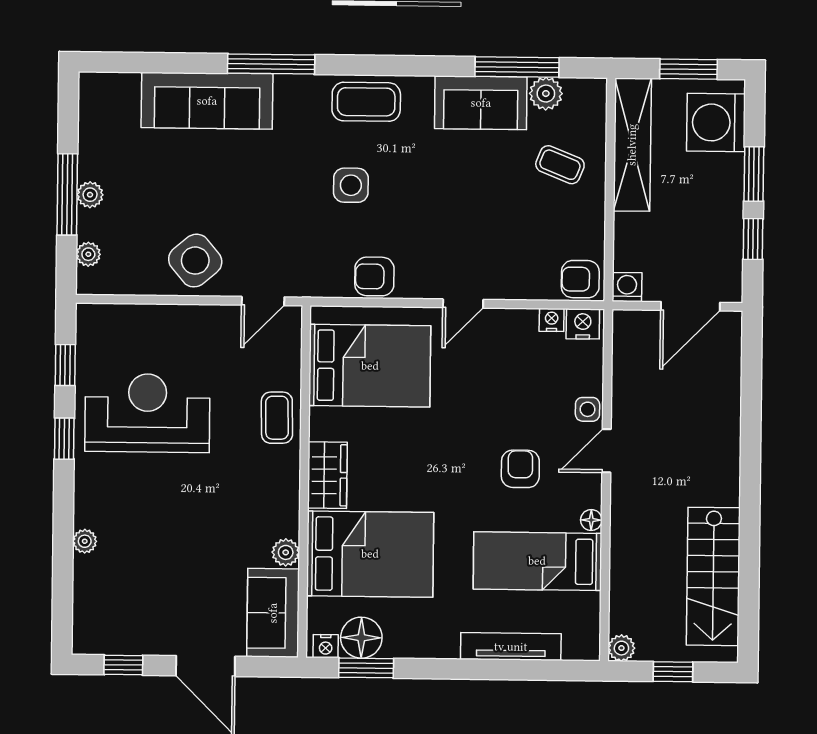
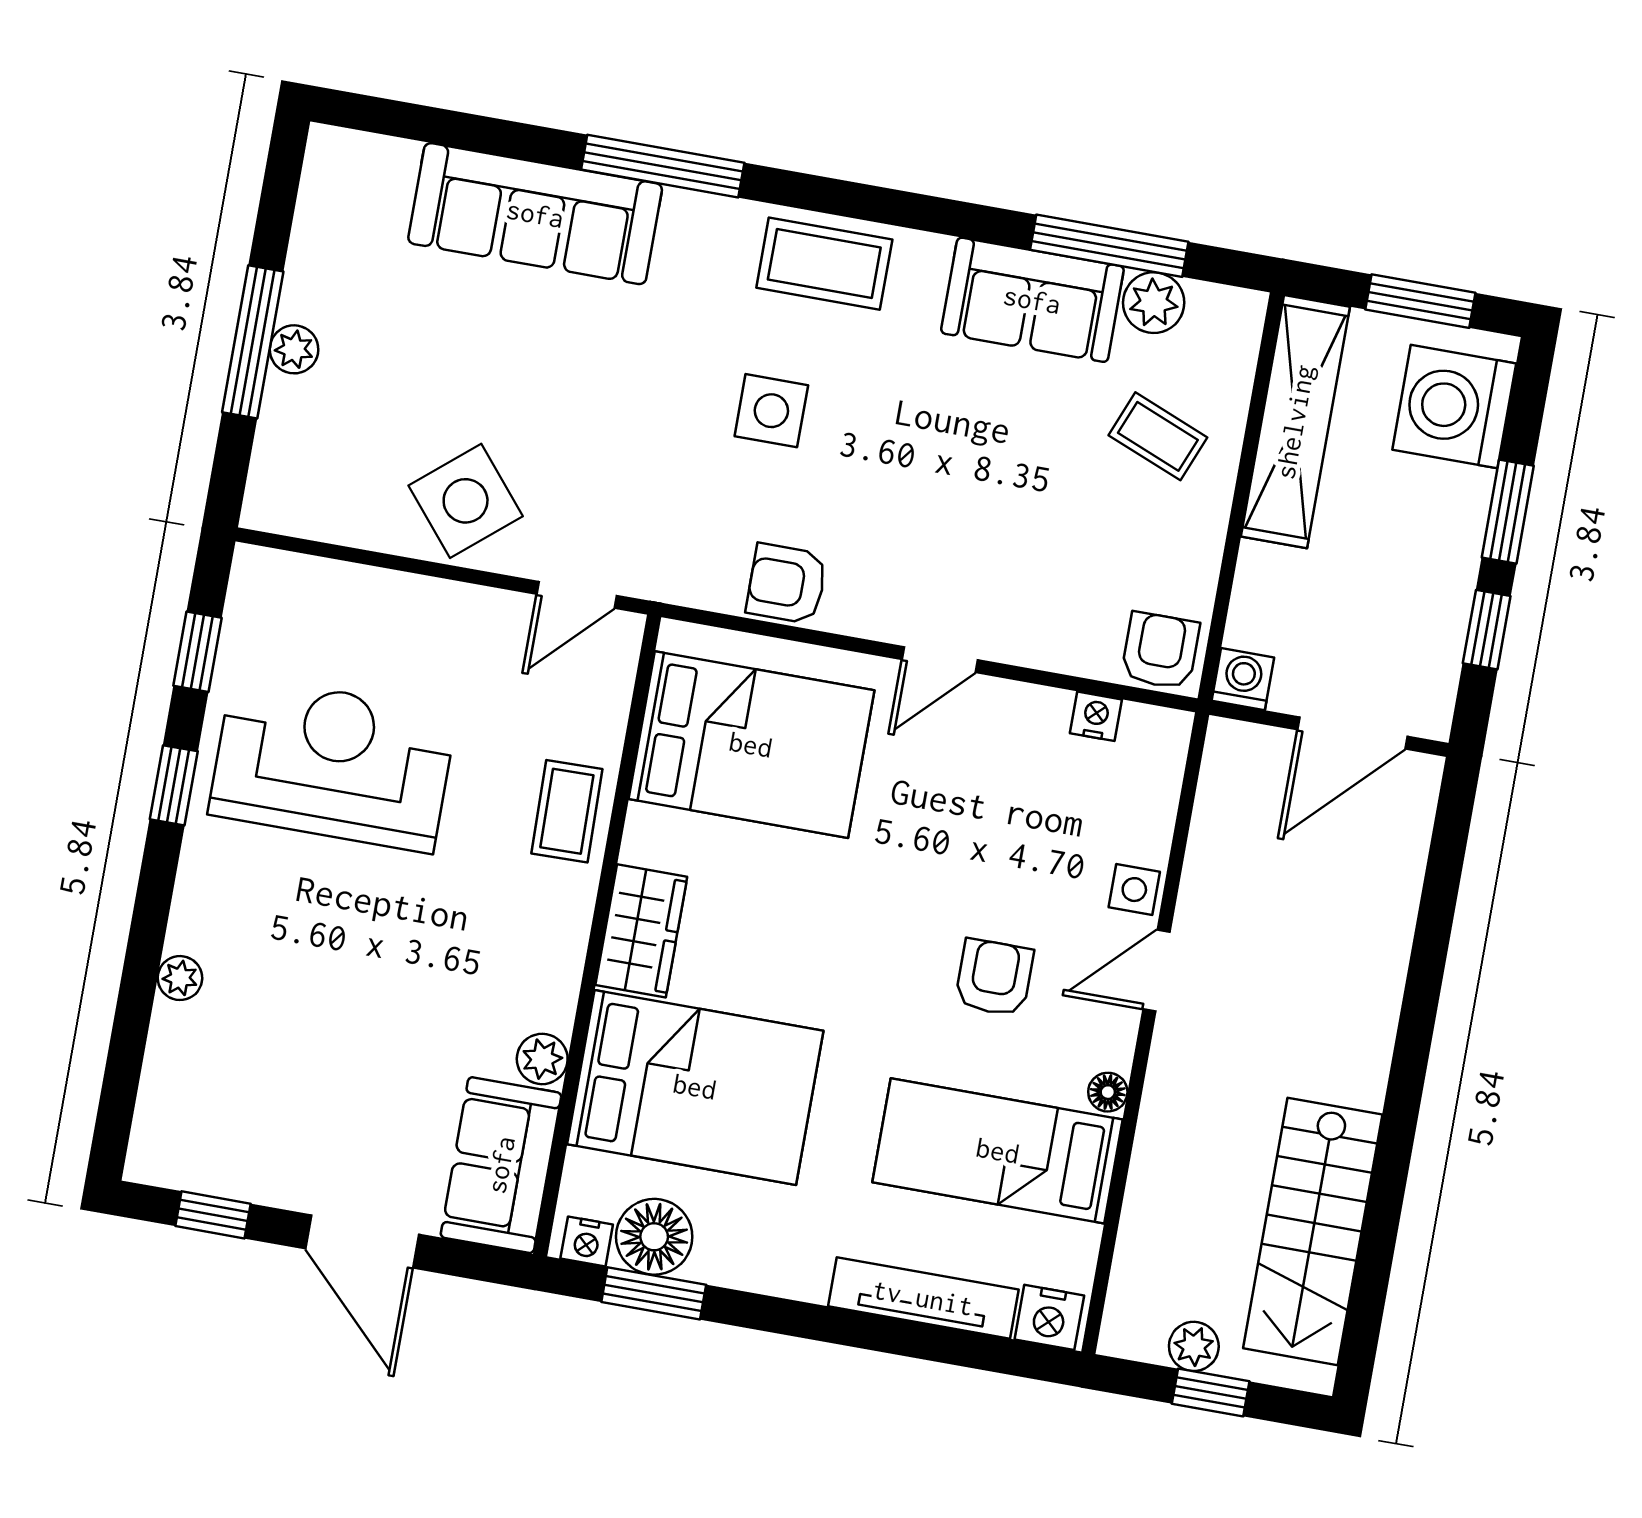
plant: (88, 254) -> (273, 457), removed
armchair: (580, 279) -> (1160, 651), turned 90
nightstand: (583, 324) -> (1049, 1317), moved, turned 180
plant: (621, 648) -> (1194, 1346), moved

